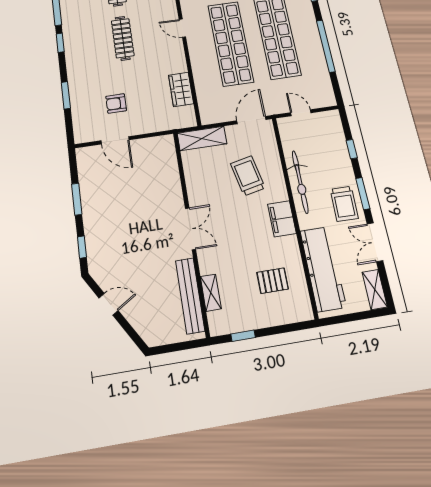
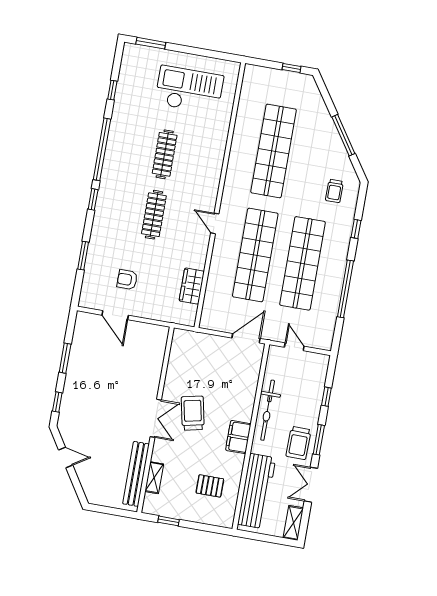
shelving: (202, 138) -> (194, 340), removed
trolley: (248, 176) -> (193, 413), moved

